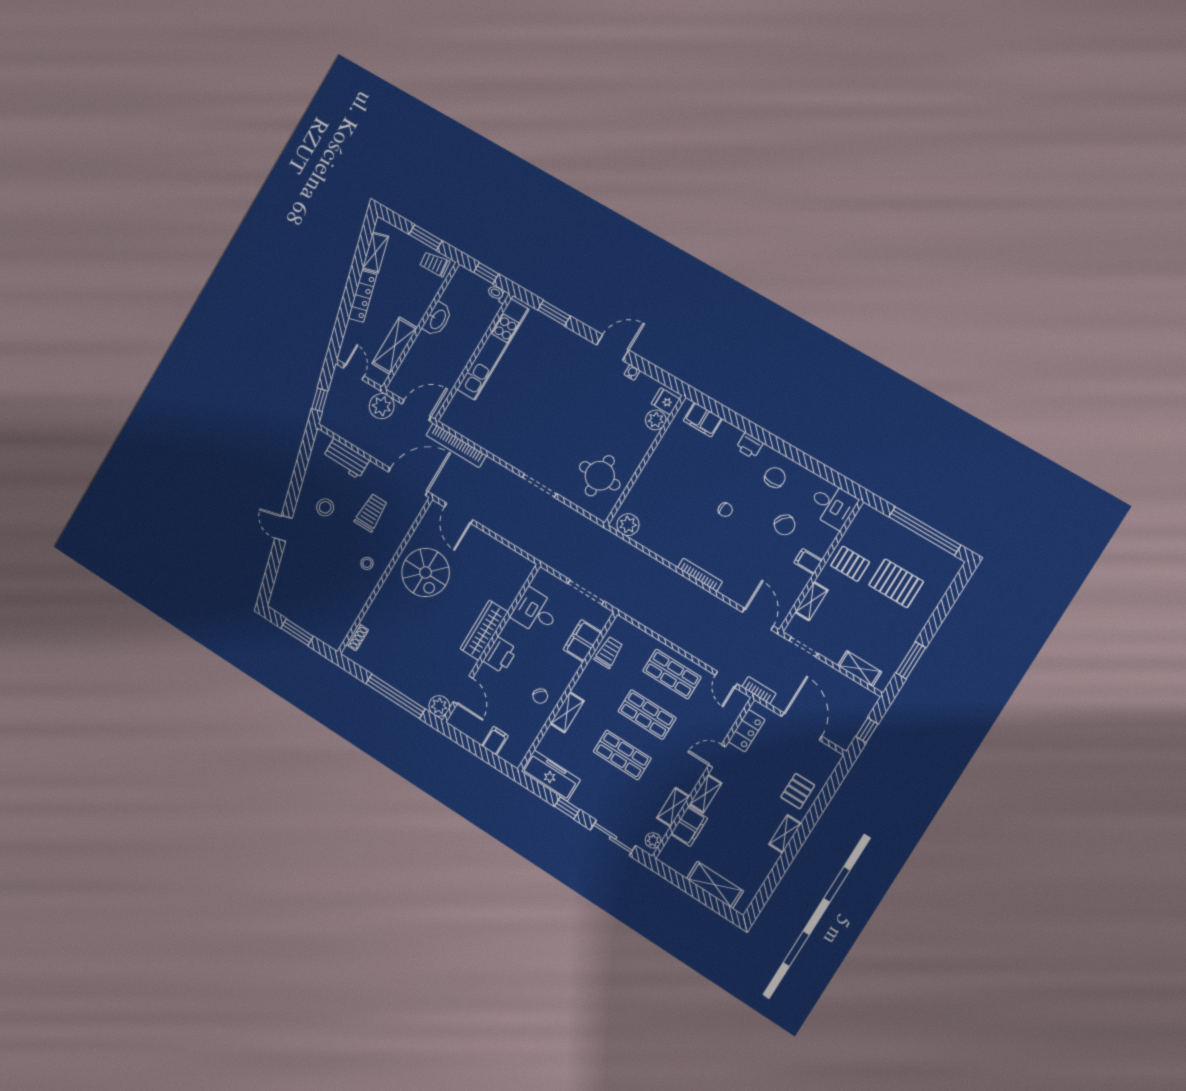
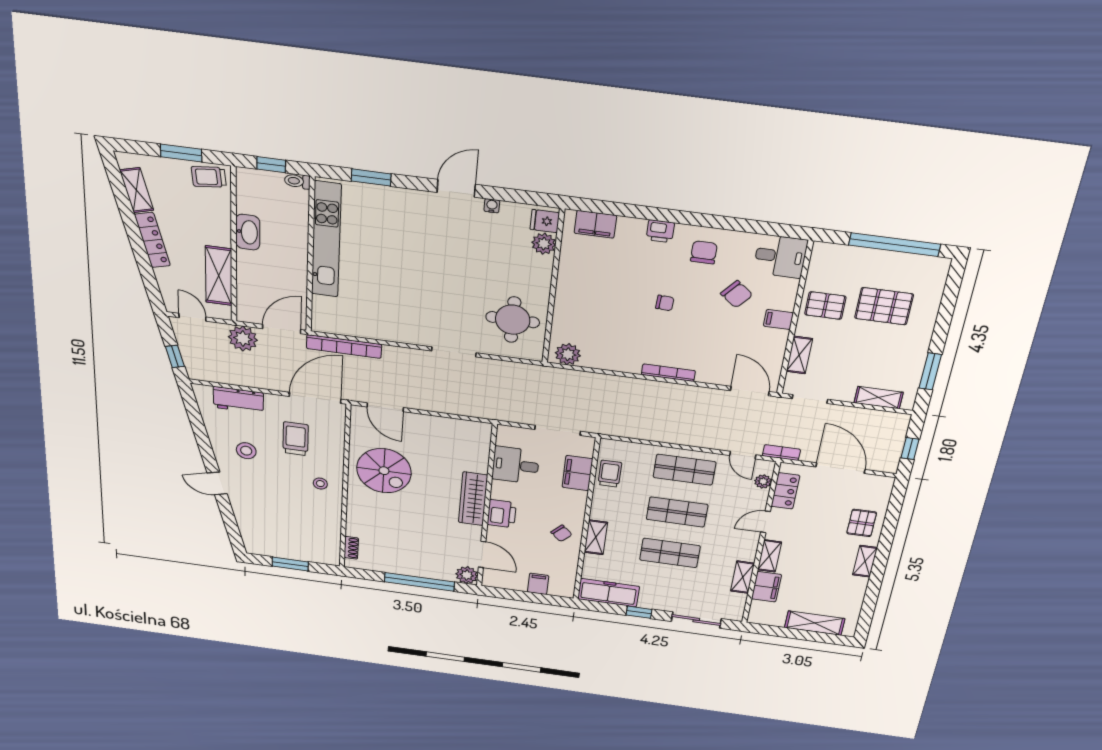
plant: (653, 840) -> (763, 481), moved

